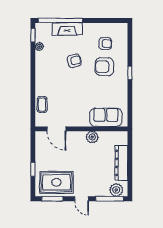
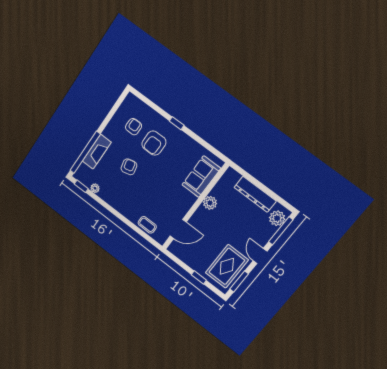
door: (82, 199) -> (260, 256), swing flipped

